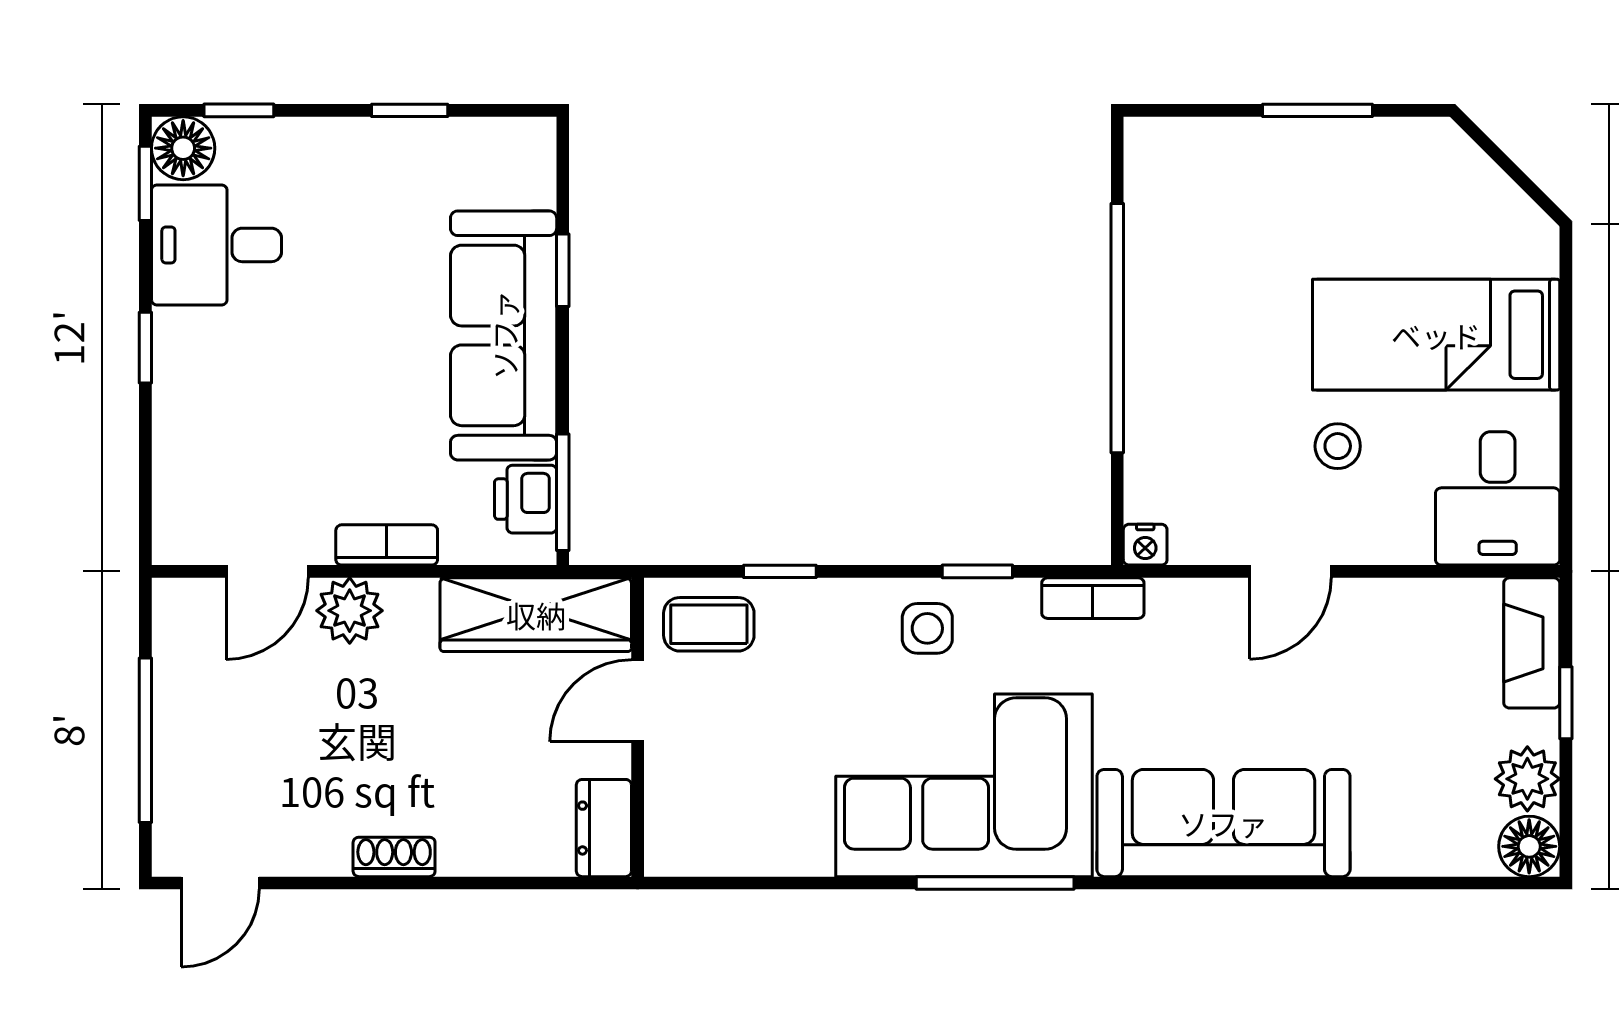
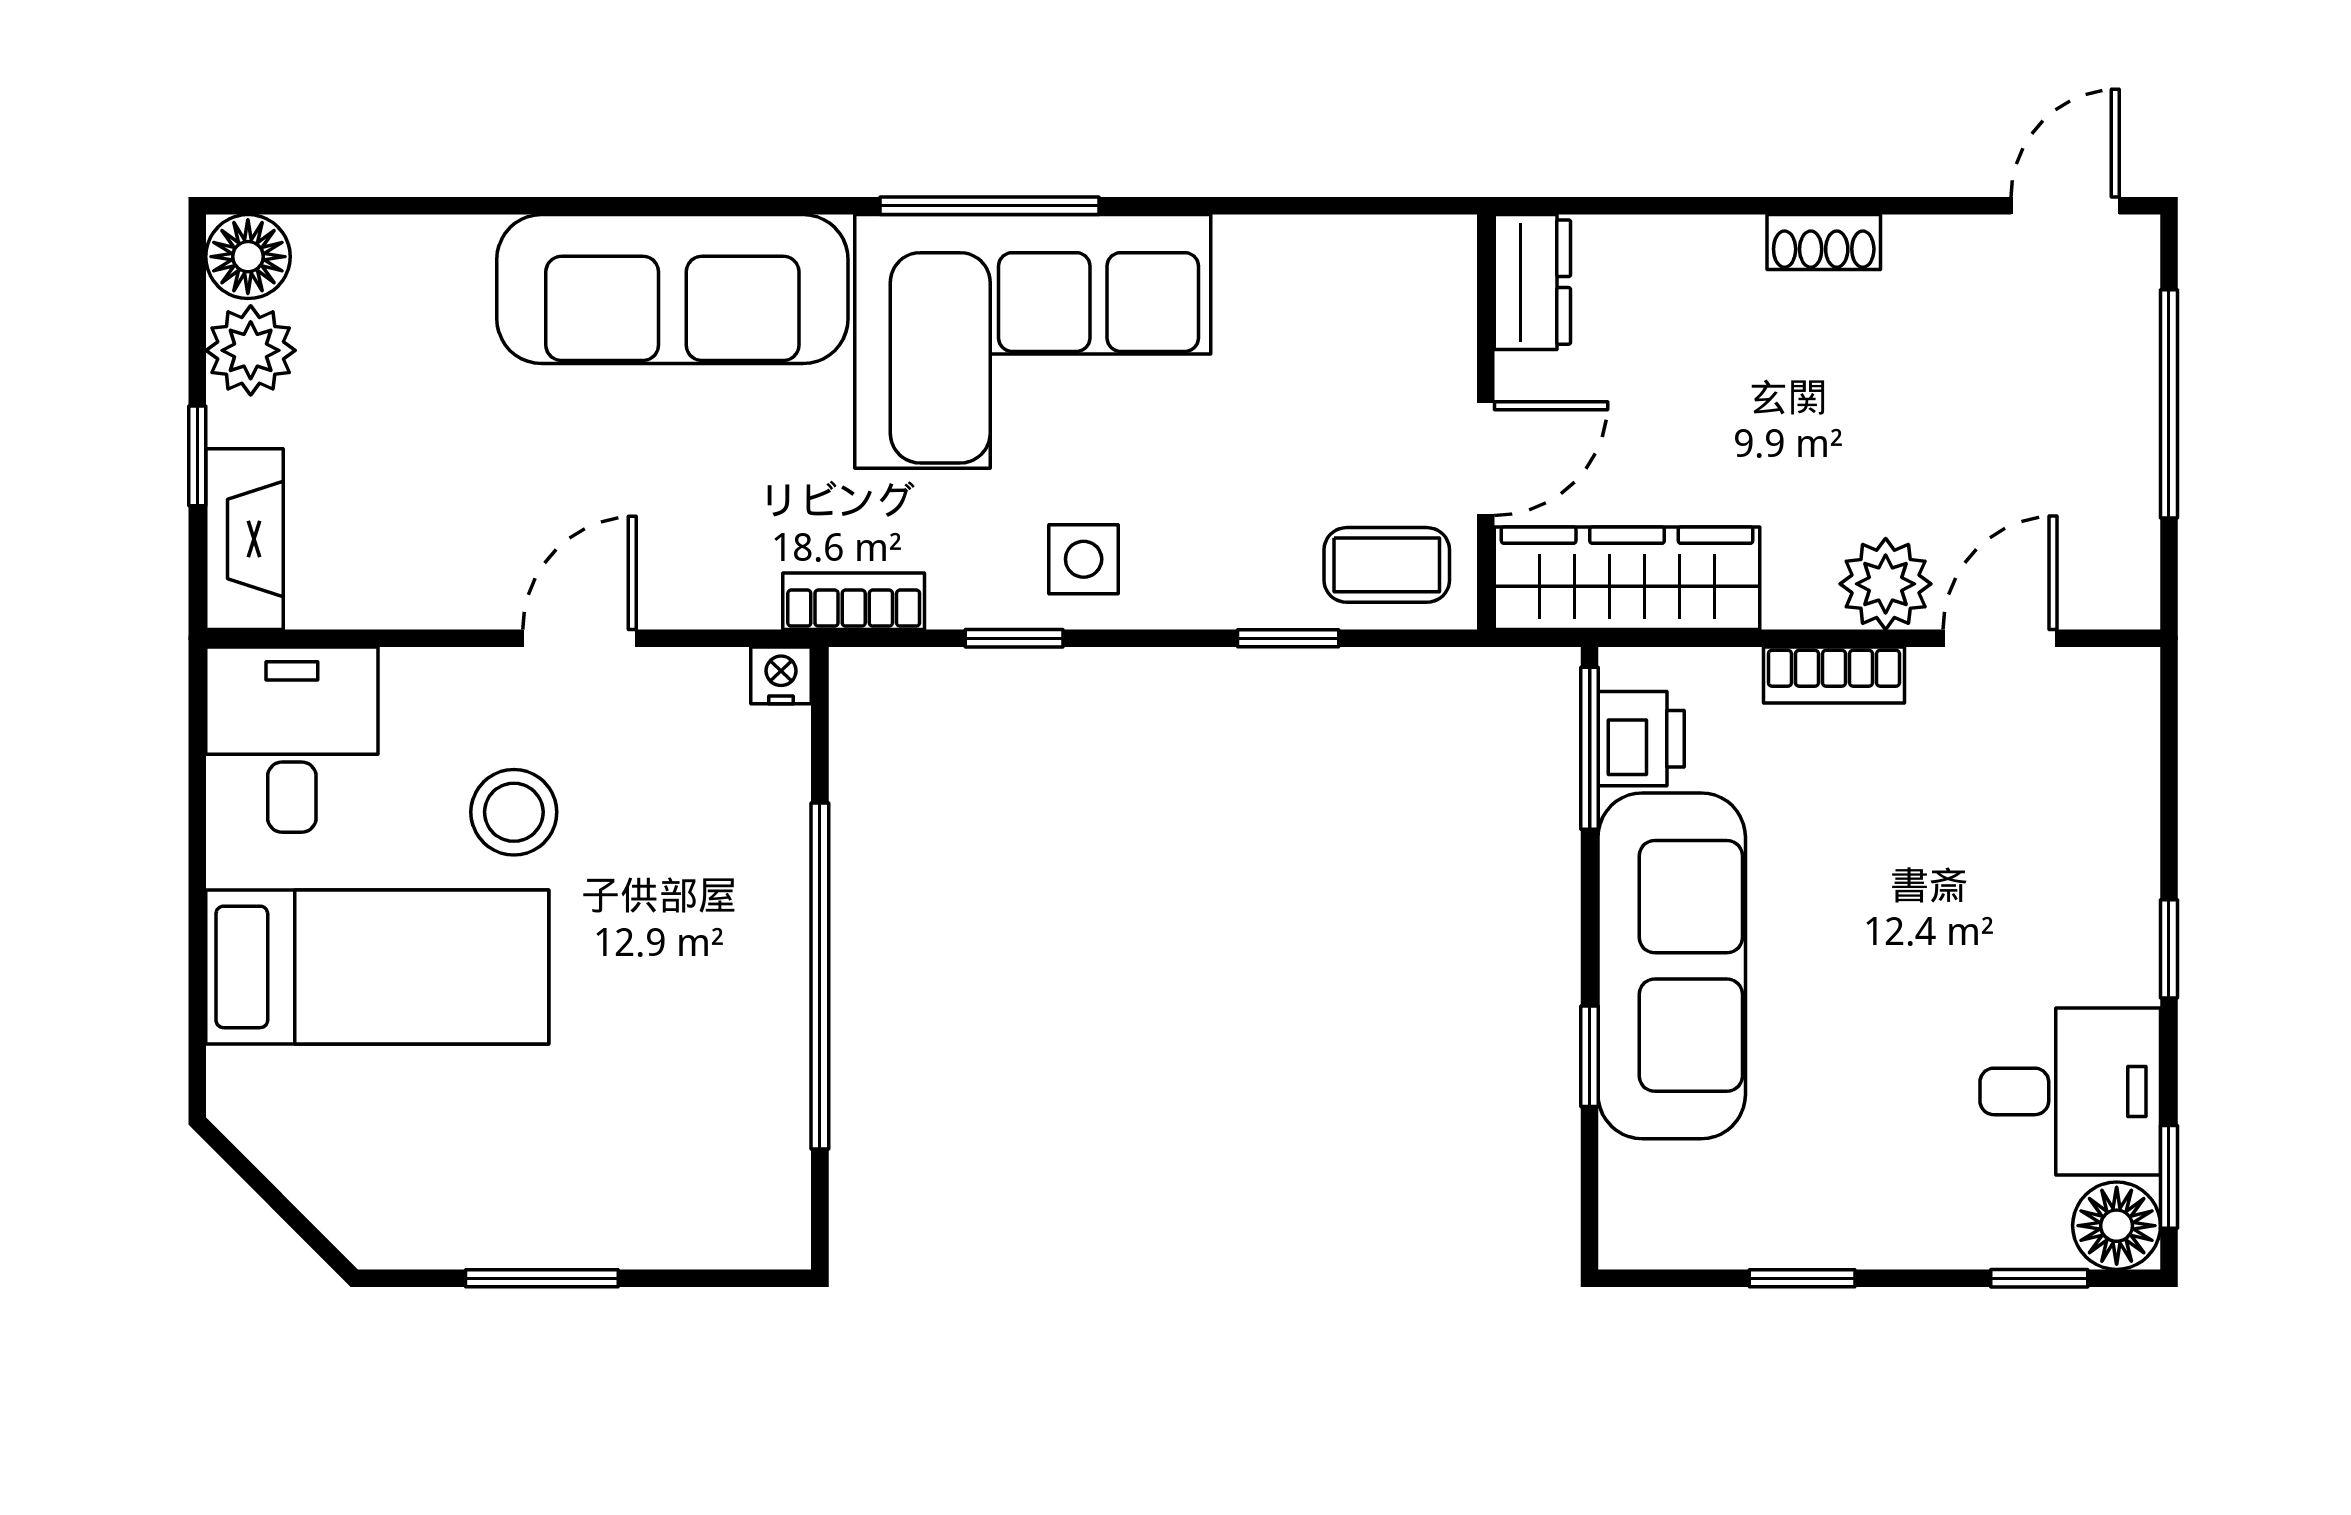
stool: (1338, 446) -> (514, 812), width x1.37, depth x1.37

